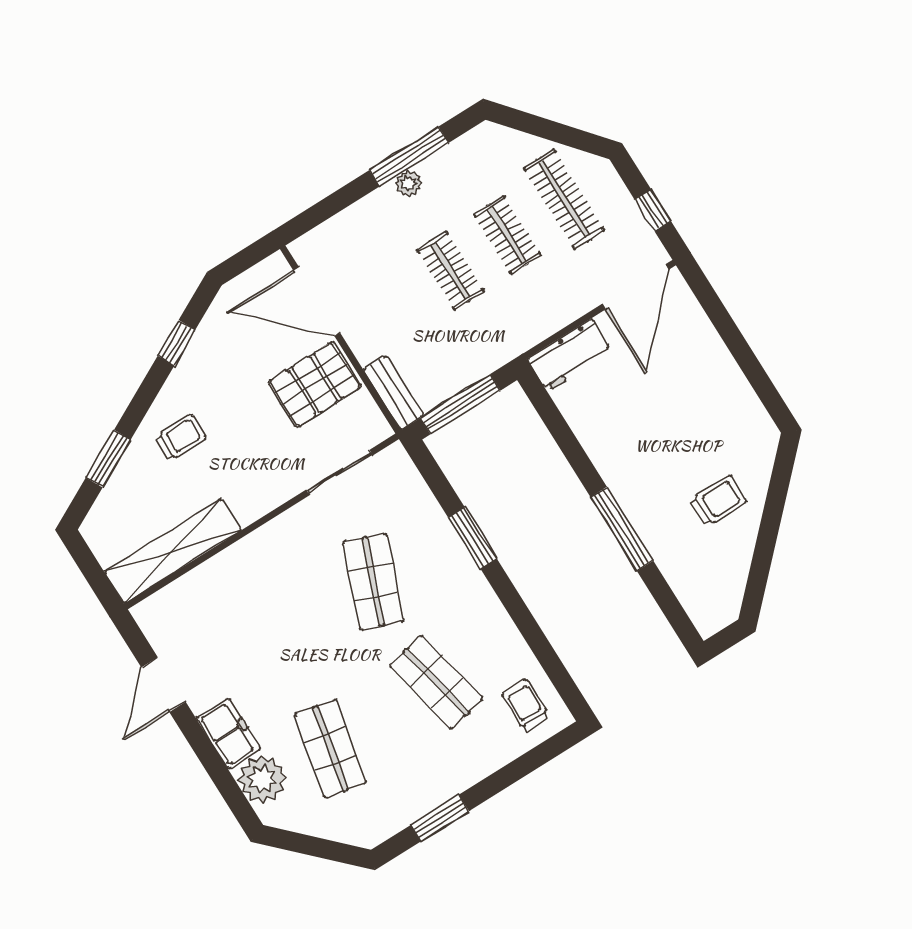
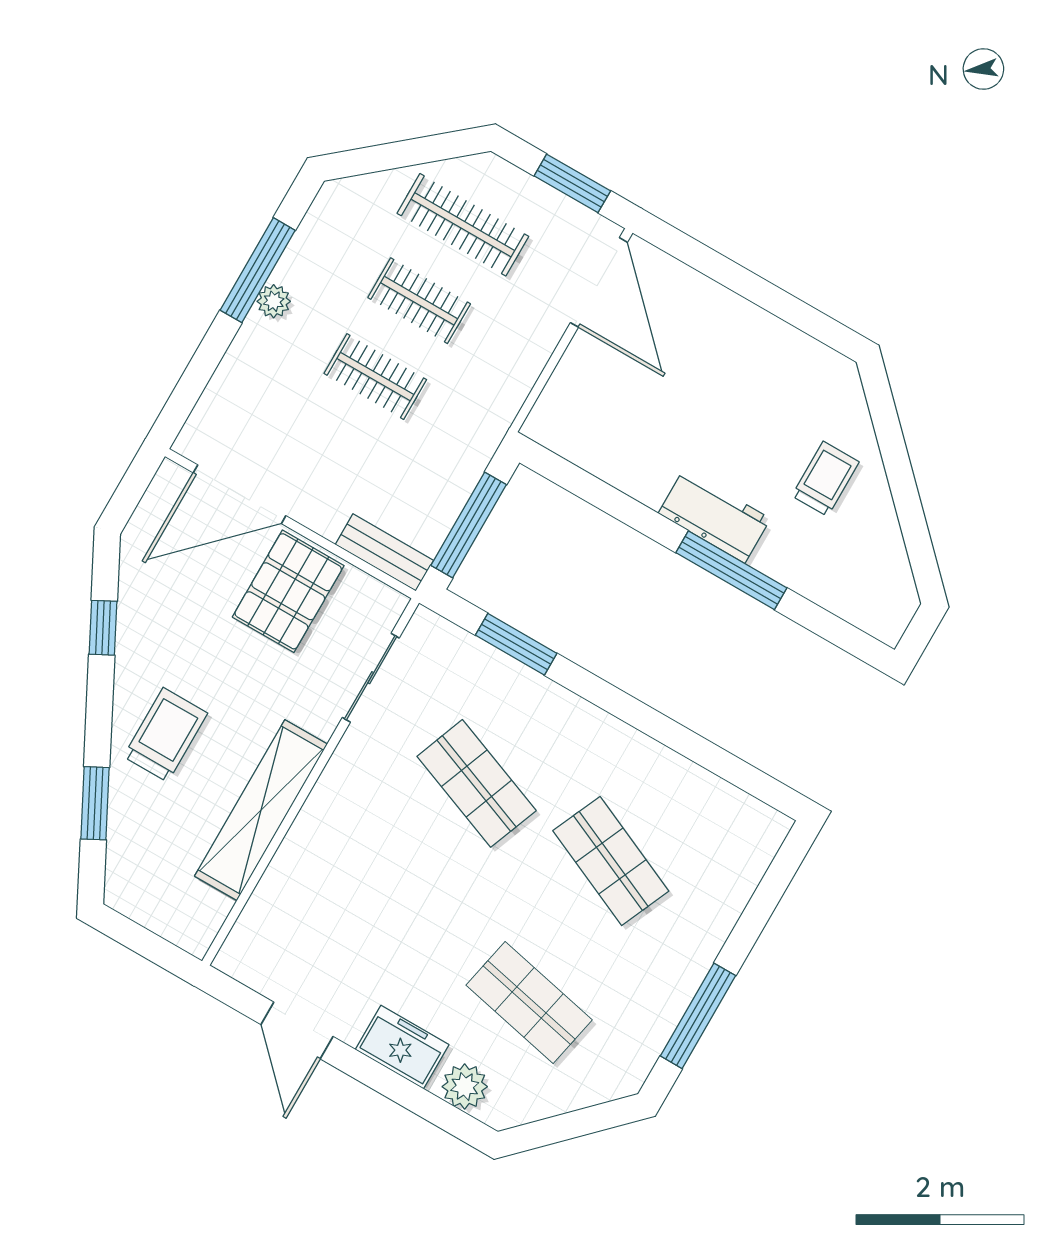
window: (653, 210) -> (572, 183), width x1.50
workbench: (570, 355) -> (714, 516), moved, turned -90
trolley: (180, 438) -> (165, 735), width x1.36, depth x1.39
window: (473, 538) -> (516, 644), moved
shelving: (173, 551) -> (261, 810), moved
shop shelf: (436, 682) -> (611, 861), turned 36
trolley: (526, 706) -> (729, 833), removed
plant: (262, 779) -> (465, 1087), width x0.73, depth x0.73
window: (440, 818) -> (698, 1016), width x1.44

